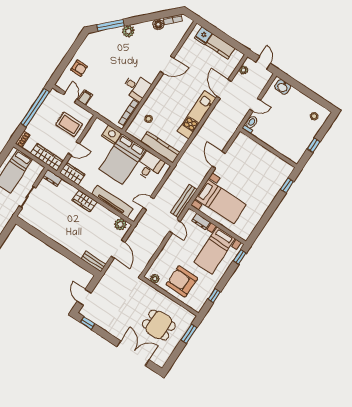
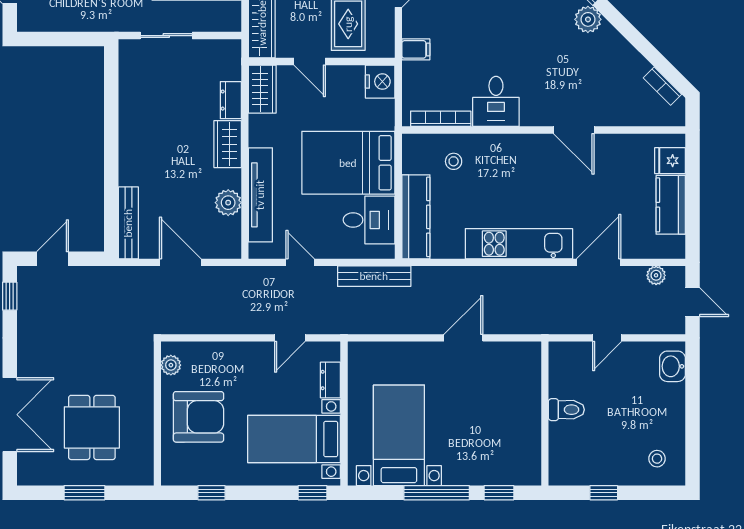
floor lamp: (158, 24) -> (636, 66), removed
door: (263, 63) -> (693, 302), hinge flipped
filing cabinet: (85, 97) -> (416, 49), moved
door: (255, 105) -> (607, 338), hinge flipped
toilet: (250, 124) -> (566, 410), moved
nightstand: (111, 135) -> (380, 82), moved
dresser: (52, 178) -> (231, 100), moved
bench: (184, 201) -> (374, 276), moved
bed with nightstands: (221, 202) -> (399, 435), moved, turned 180
window: (271, 209) -> (437, 493), added
plant: (120, 224) -> (228, 203), moved
door: (118, 249) -> (180, 262), swing flipped
bench: (93, 261) -> (128, 223), width x1.36
armchair: (182, 281) -> (198, 417), turned 90
window: (189, 334) -> (84, 493), moved

